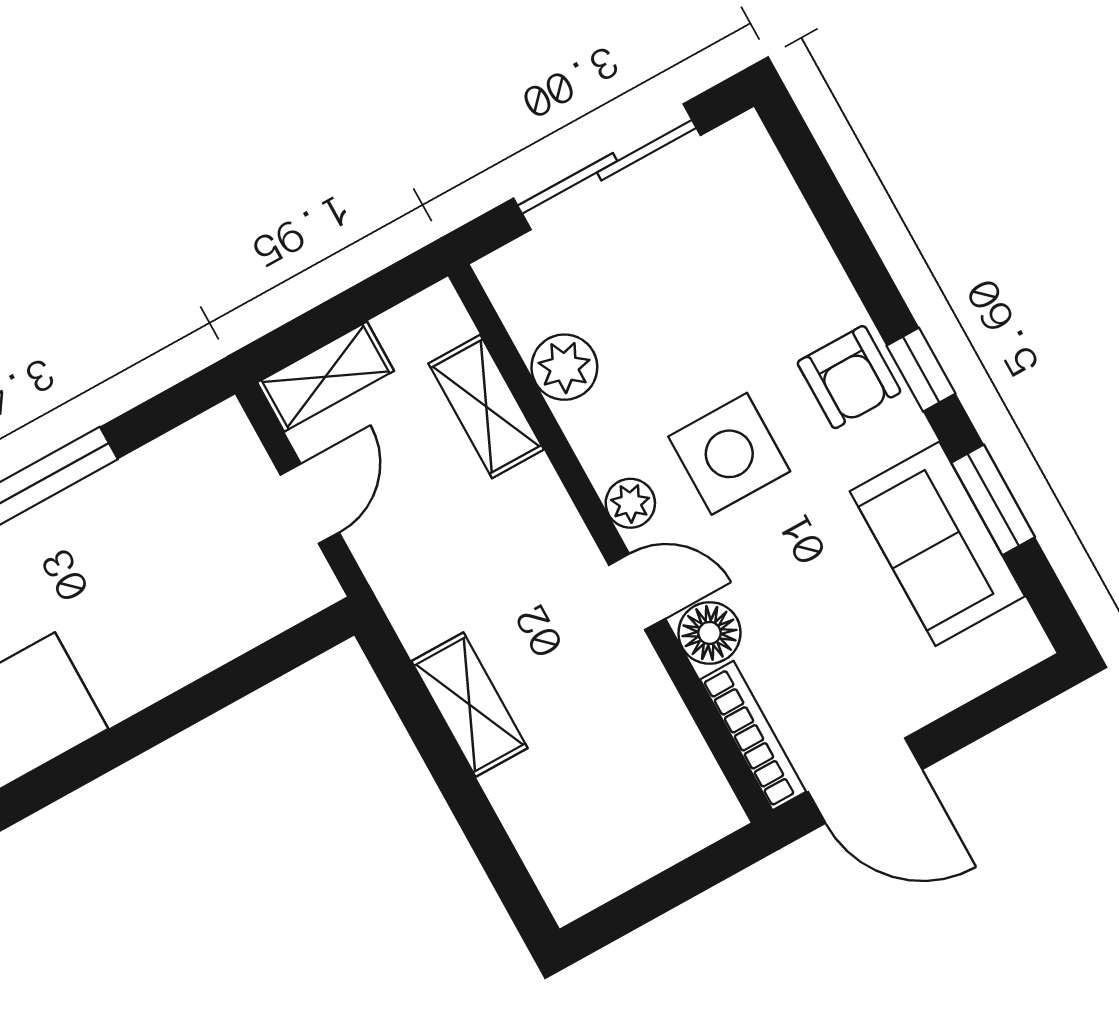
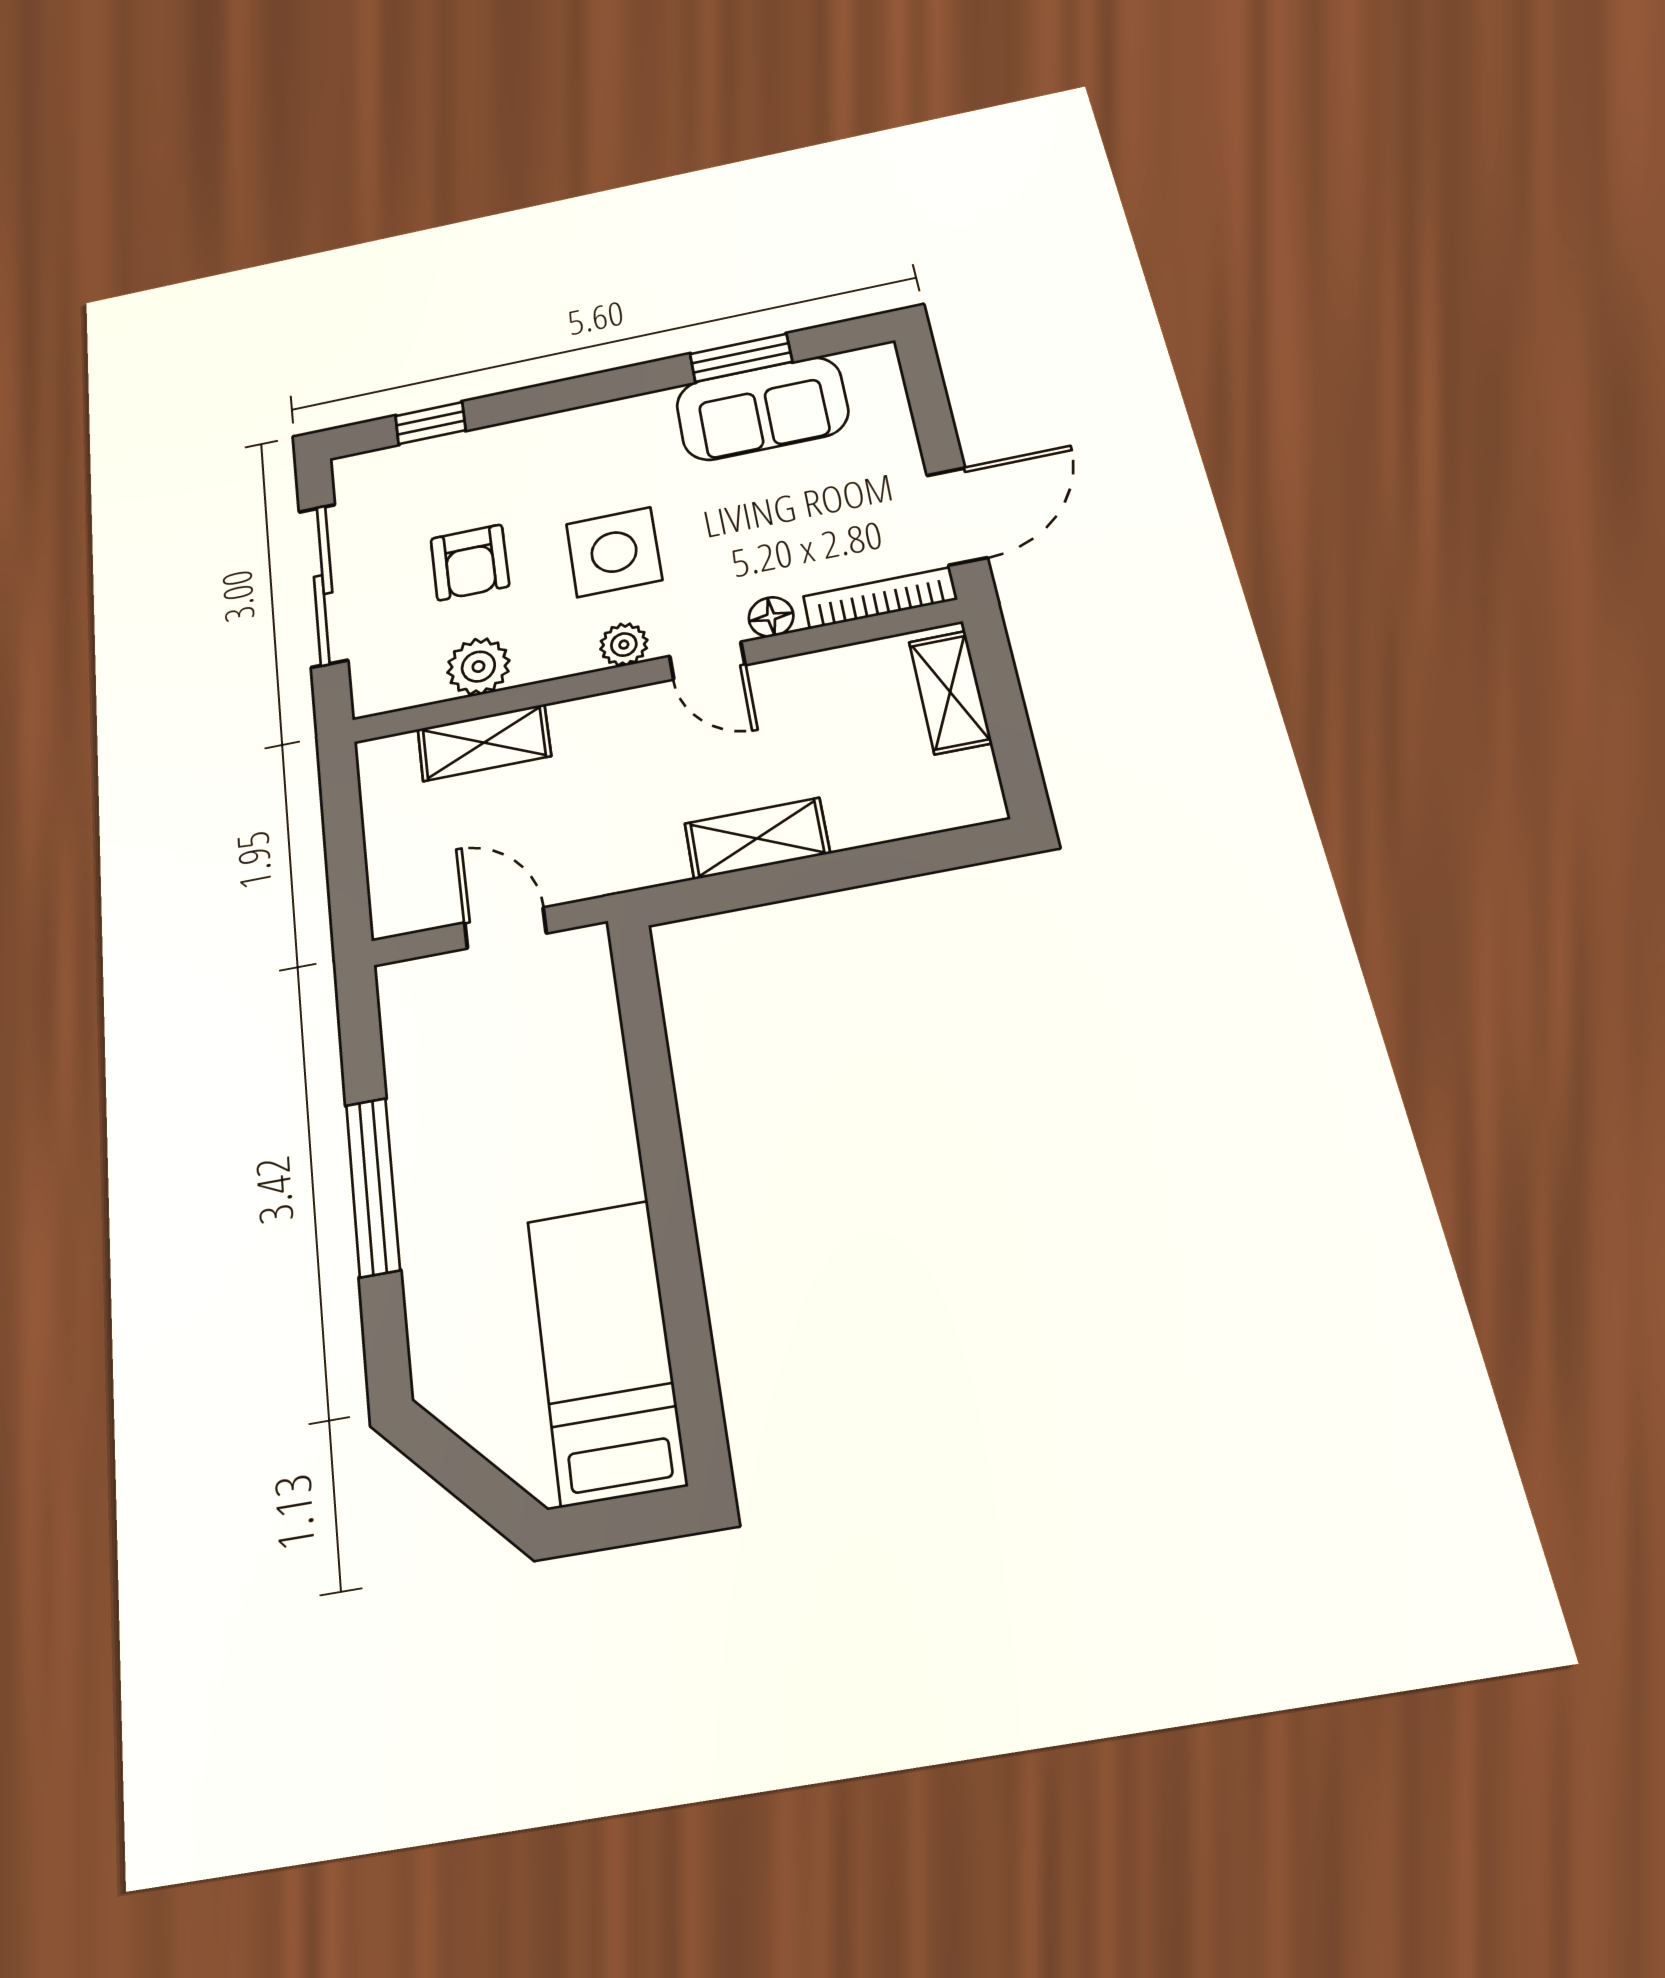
window: (921, 370) -> (430, 423), moved
shelving: (326, 377) -> (950, 692), moved
armchair: (849, 377) -> (470, 562), moved, turned 90
door: (637, 592) -> (707, 661), swing flipped
floor lamp: (710, 633) -> (771, 617), width x0.73, depth x0.73

